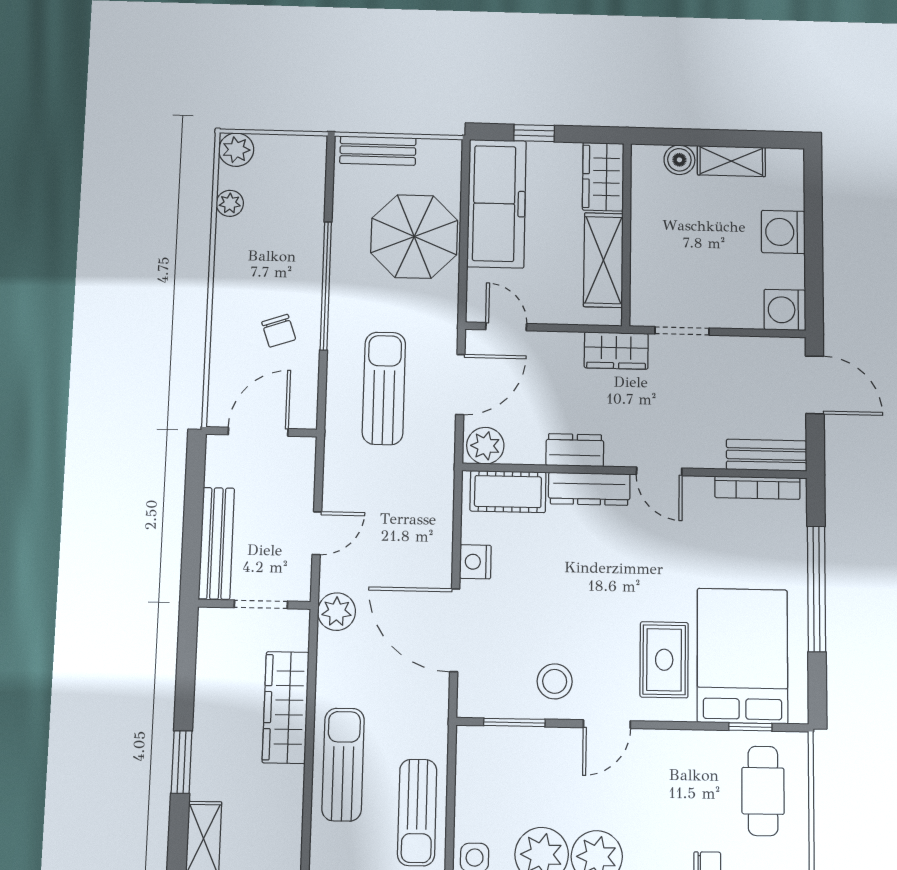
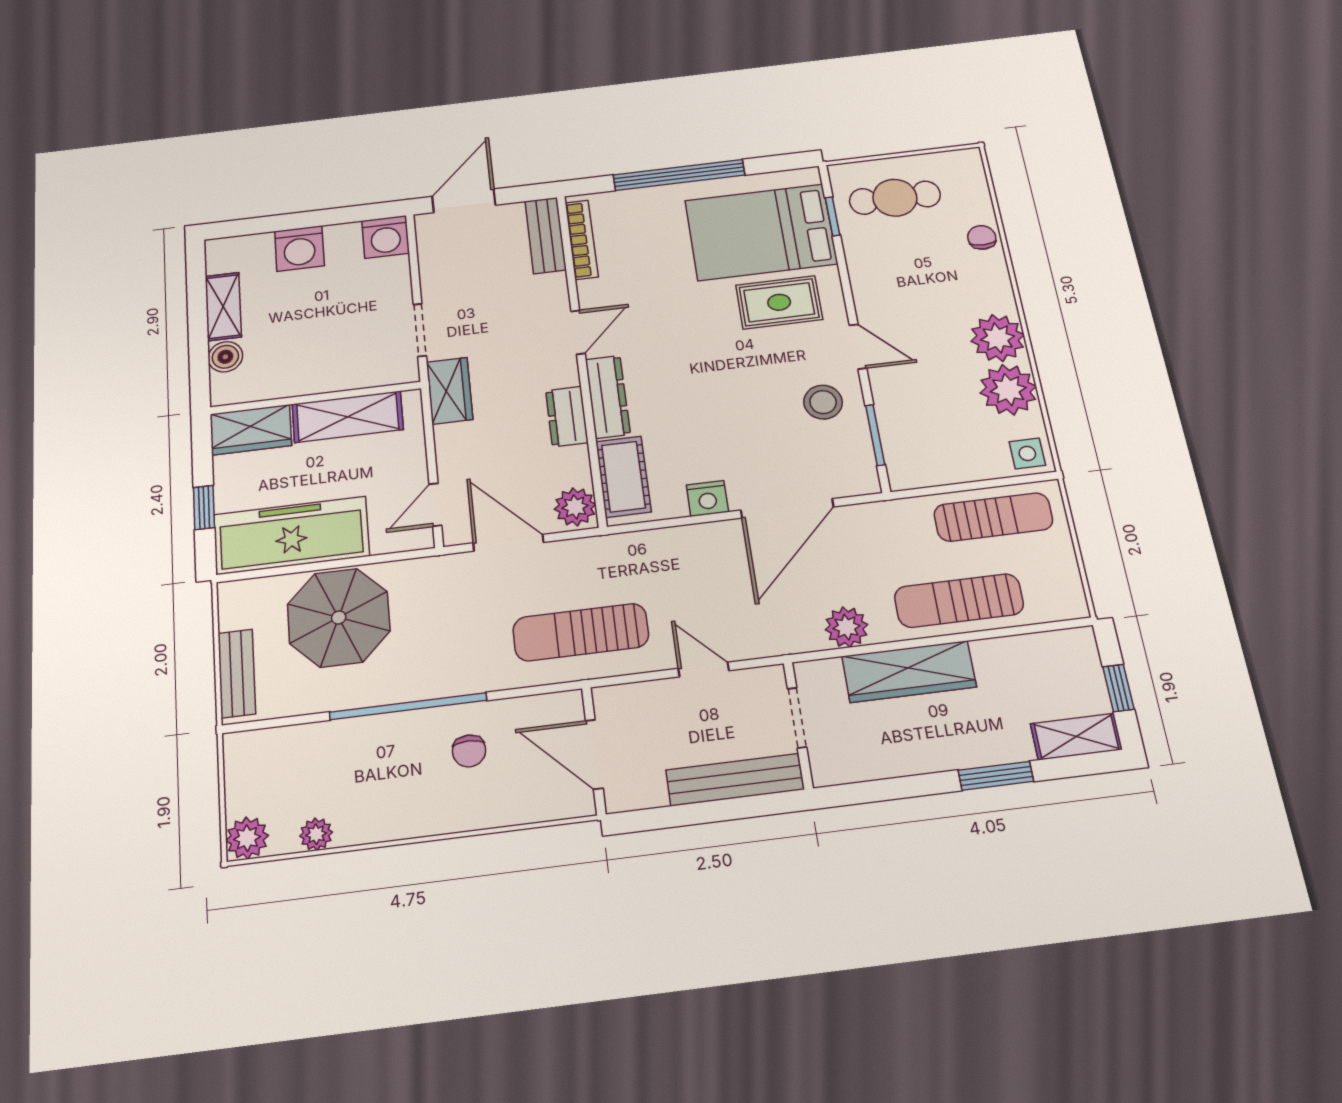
chair: (279, 331) -> (469, 751), turned 109
sun lounger: (384, 388) -> (581, 632), moved
plant: (337, 612) -> (846, 627), moved

